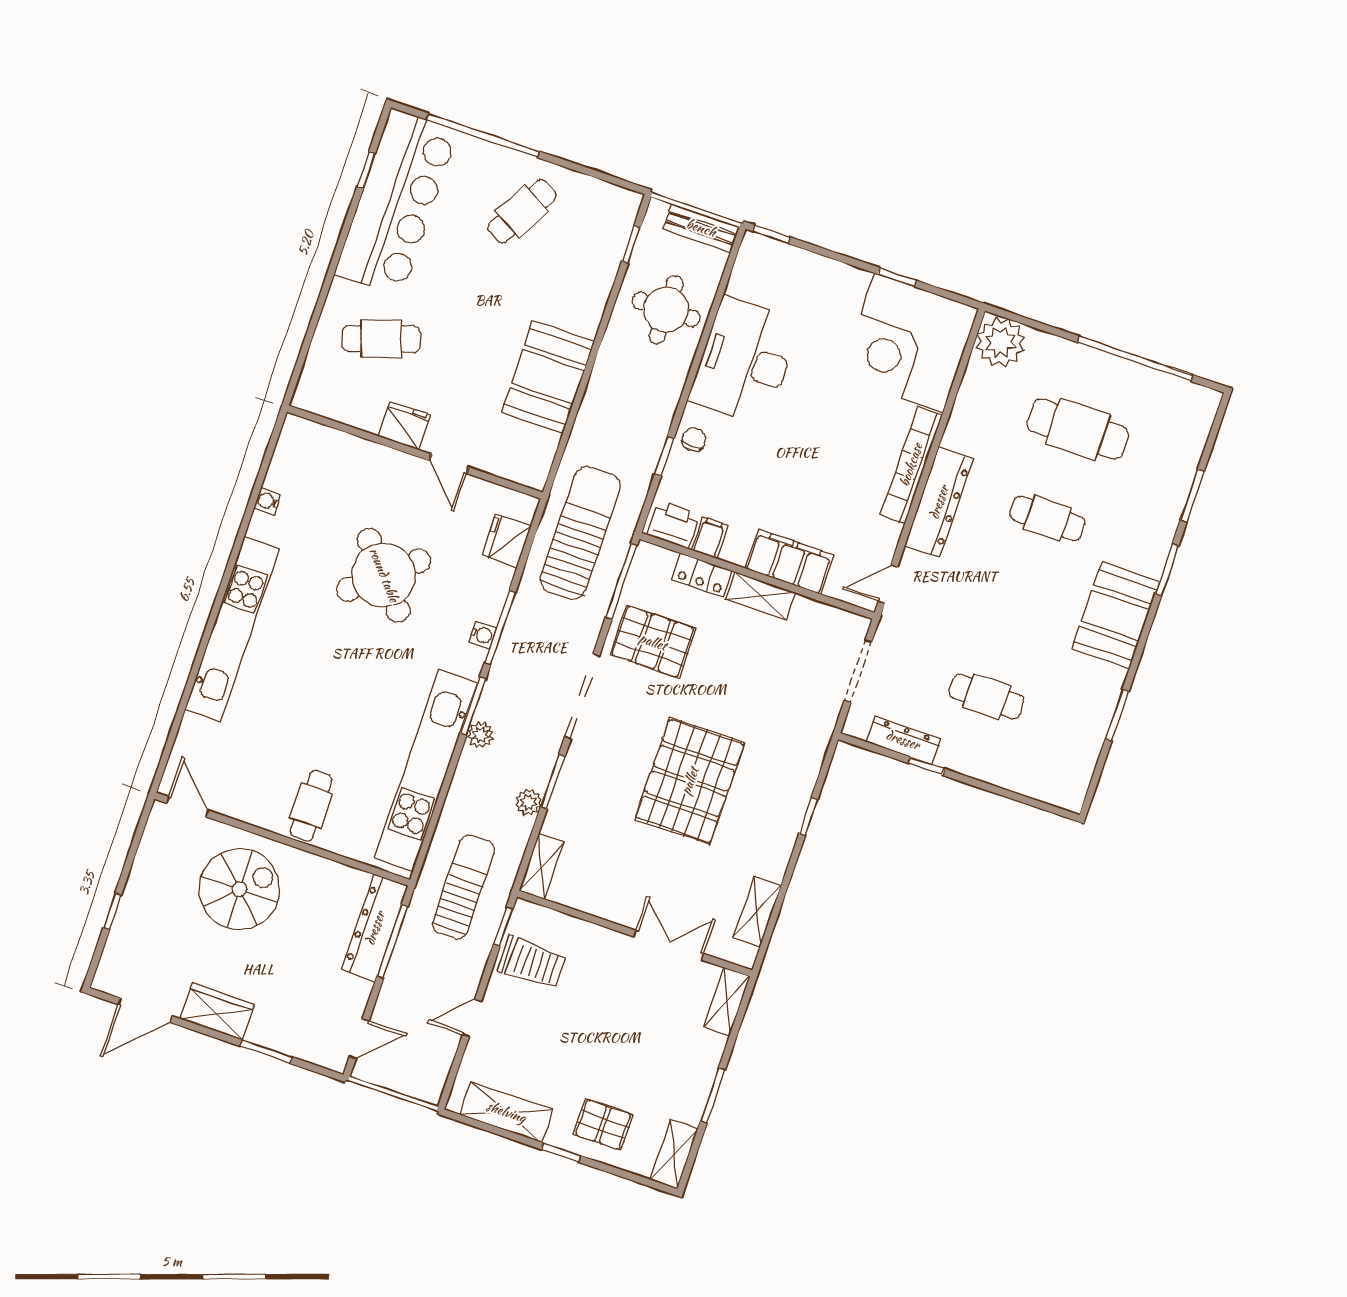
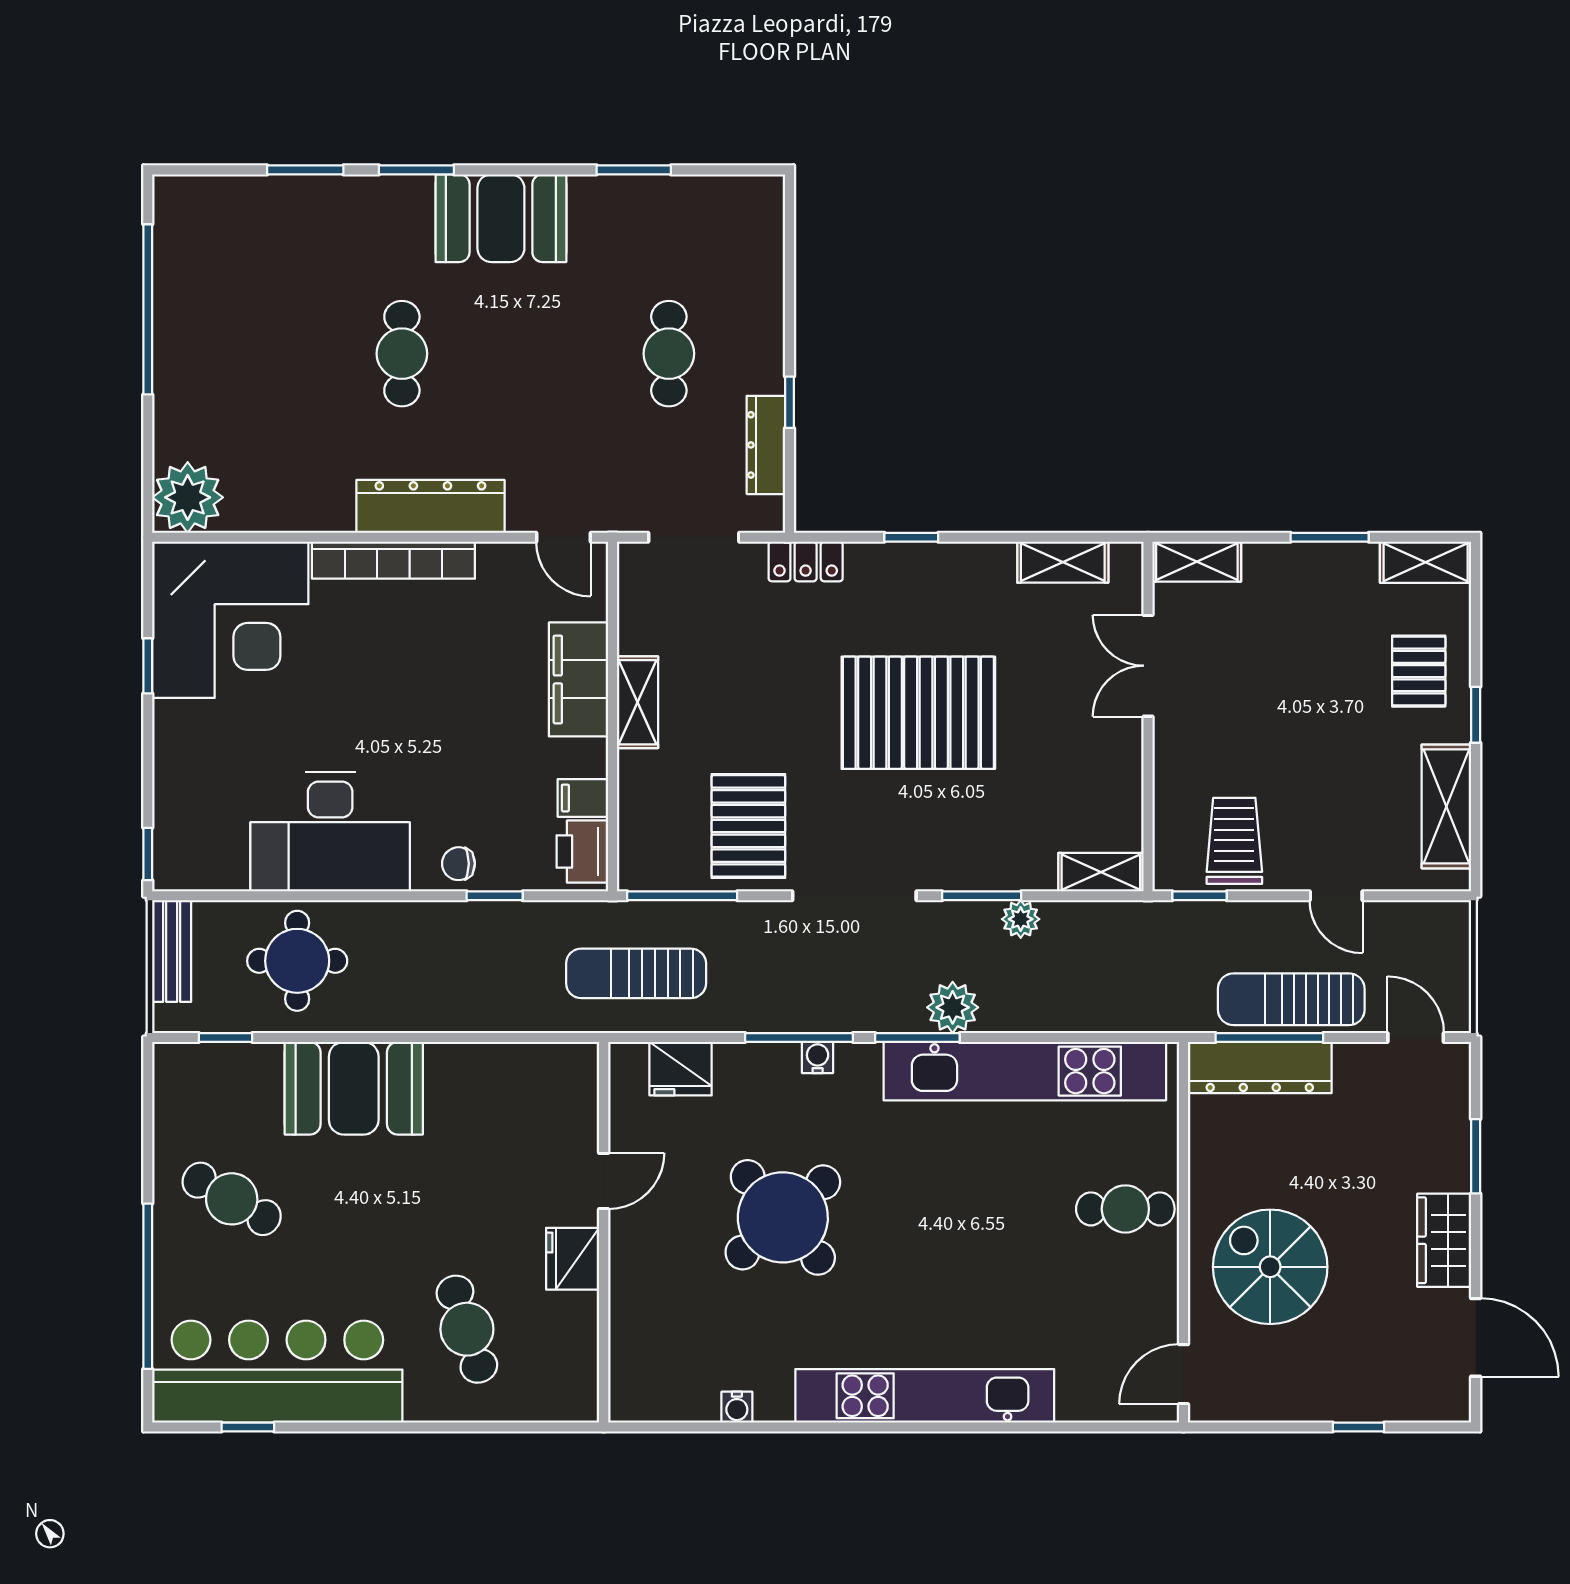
booth: (548, 377) -> (354, 1088), moved
cafe table: (1078, 429) -> (268, 354), removed
sun lounger: (580, 533) -> (636, 973), width x0.73, depth x0.75
locker: (702, 575) -> (806, 562), moved, turned 90
plant: (480, 735) -> (953, 1007), width x1.38, depth x1.38
sun lounger: (463, 887) -> (1291, 999), moved

